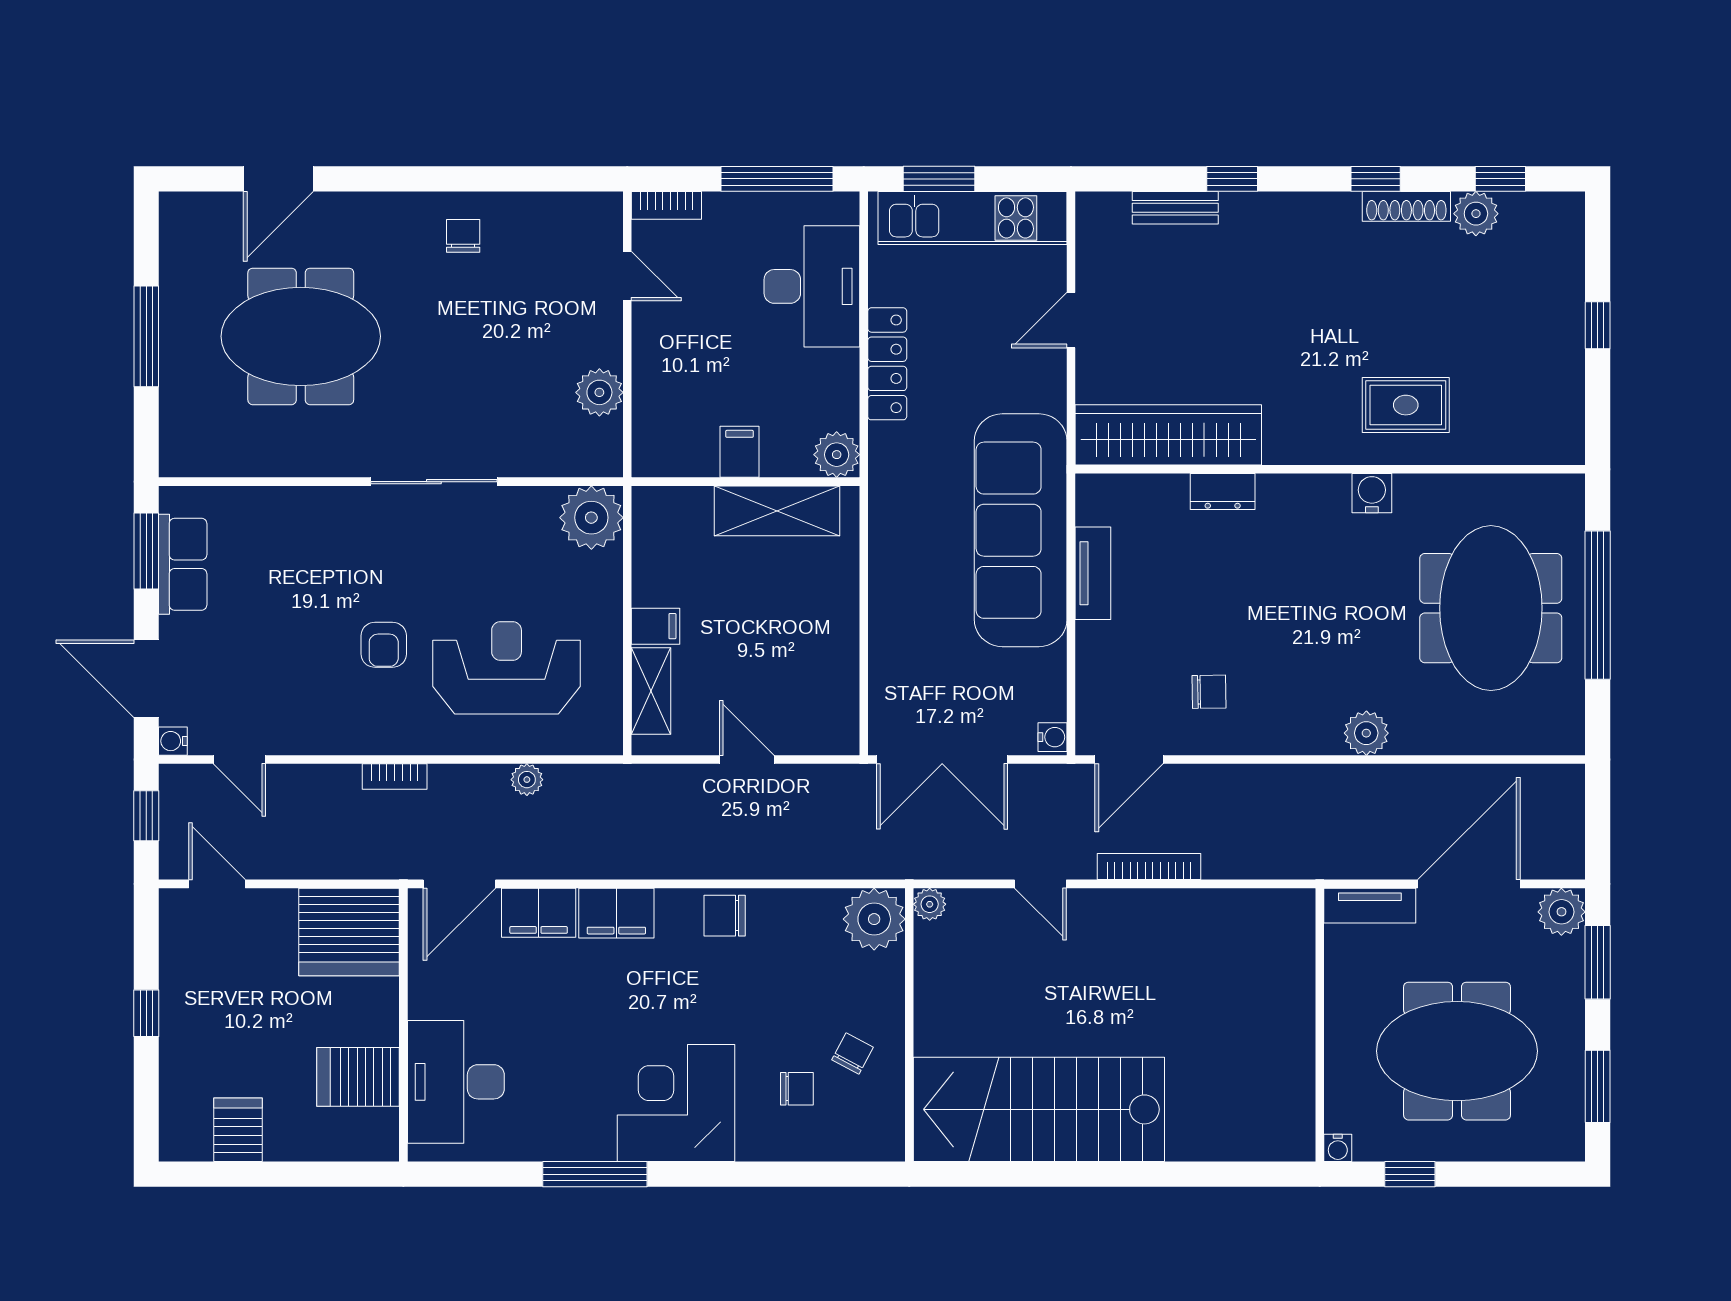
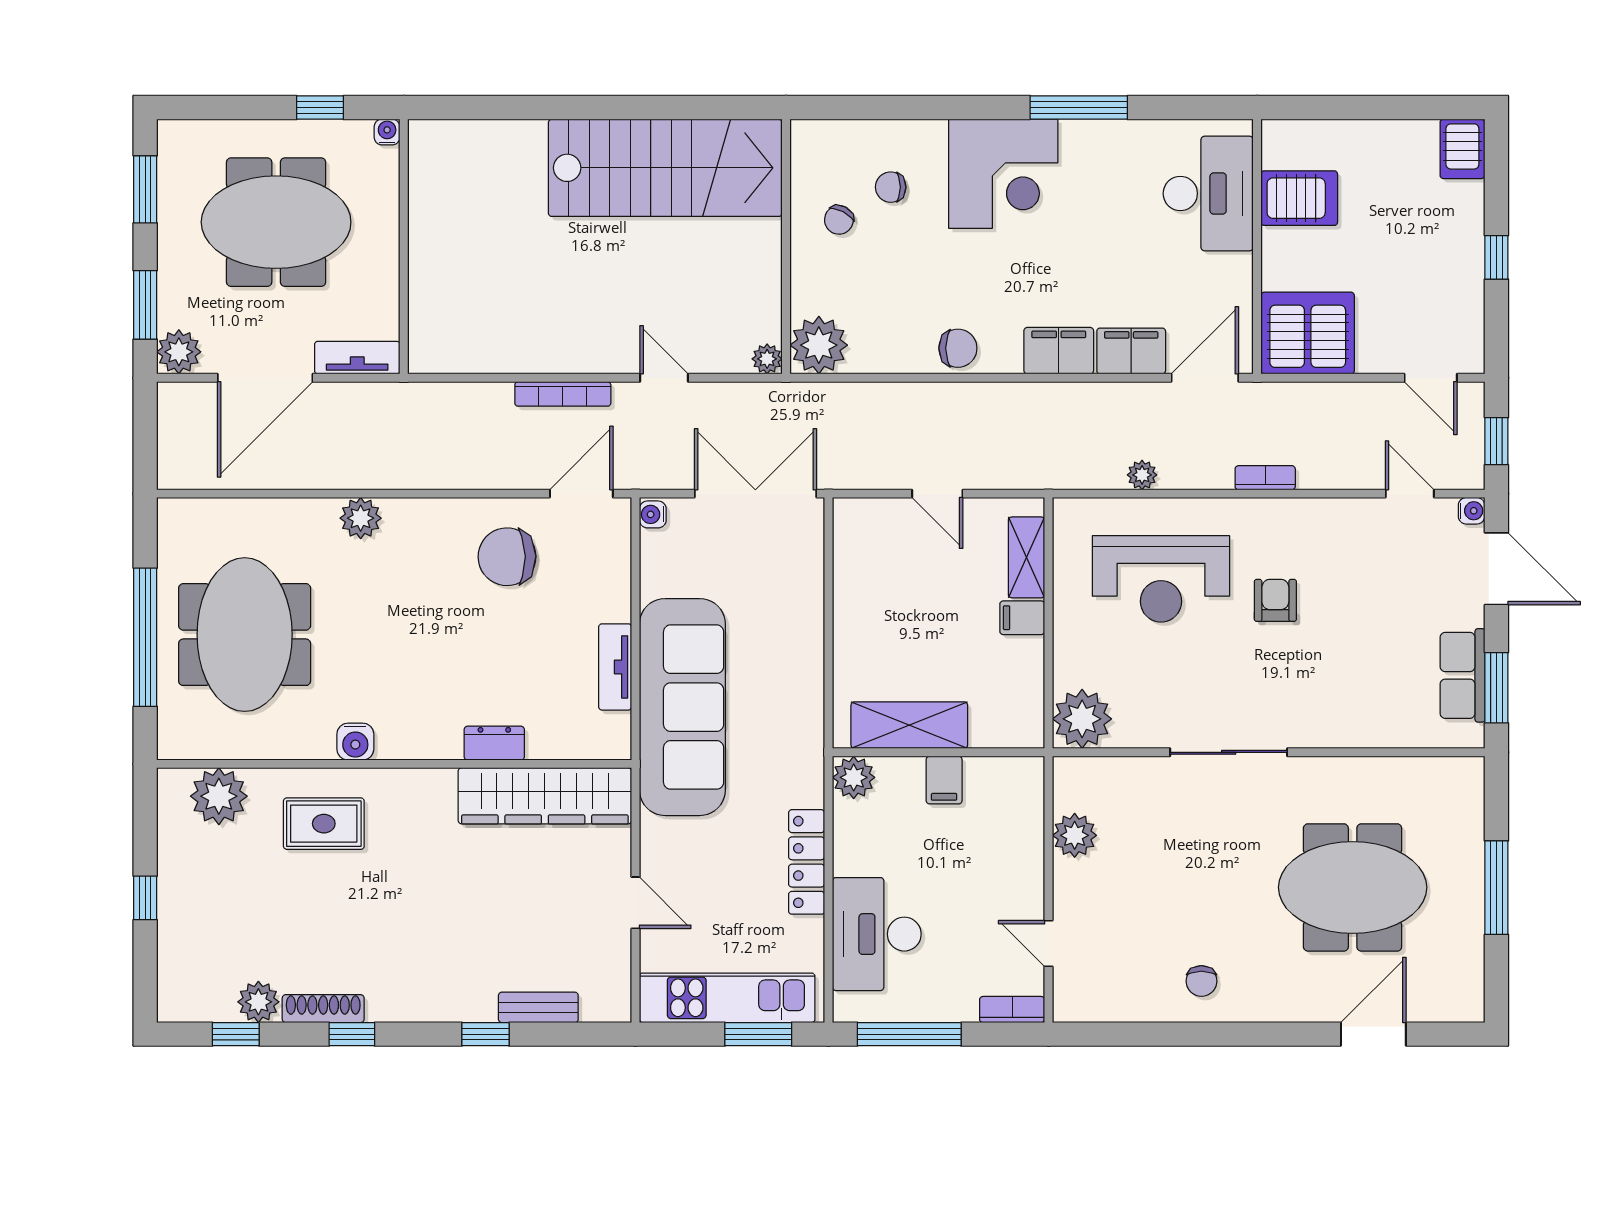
door: (1071, 320) -> (635, 903), hinge flipped
plant: (1519, 434) -> (219, 796), added
chair: (1209, 692) -> (507, 557), width x1.87, depth x1.87
server rack: (238, 1130) -> (1462, 149), moved

